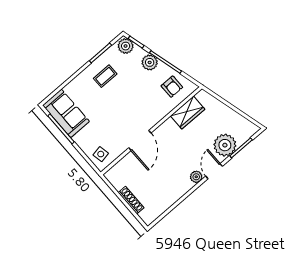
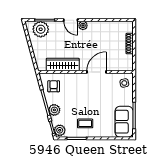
wardrobe: (188, 113) -> (63, 65), width x1.50
plant: (225, 145) -> (41, 29), moved
door: (214, 171) -> (71, 20), hinge flipped

